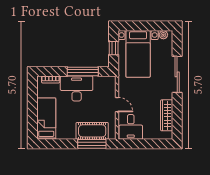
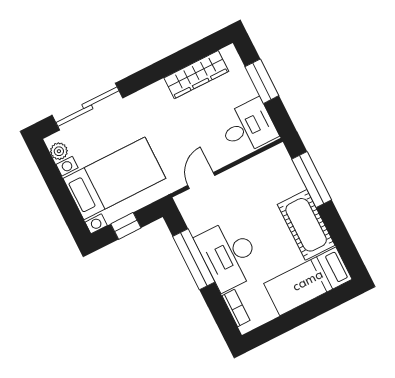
sliding door: (177, 74) -> (87, 107), moved
door: (117, 105) -> (201, 180), moved
cot: (92, 131) -> (306, 225), moved
window: (149, 144) -> (262, 81), added

